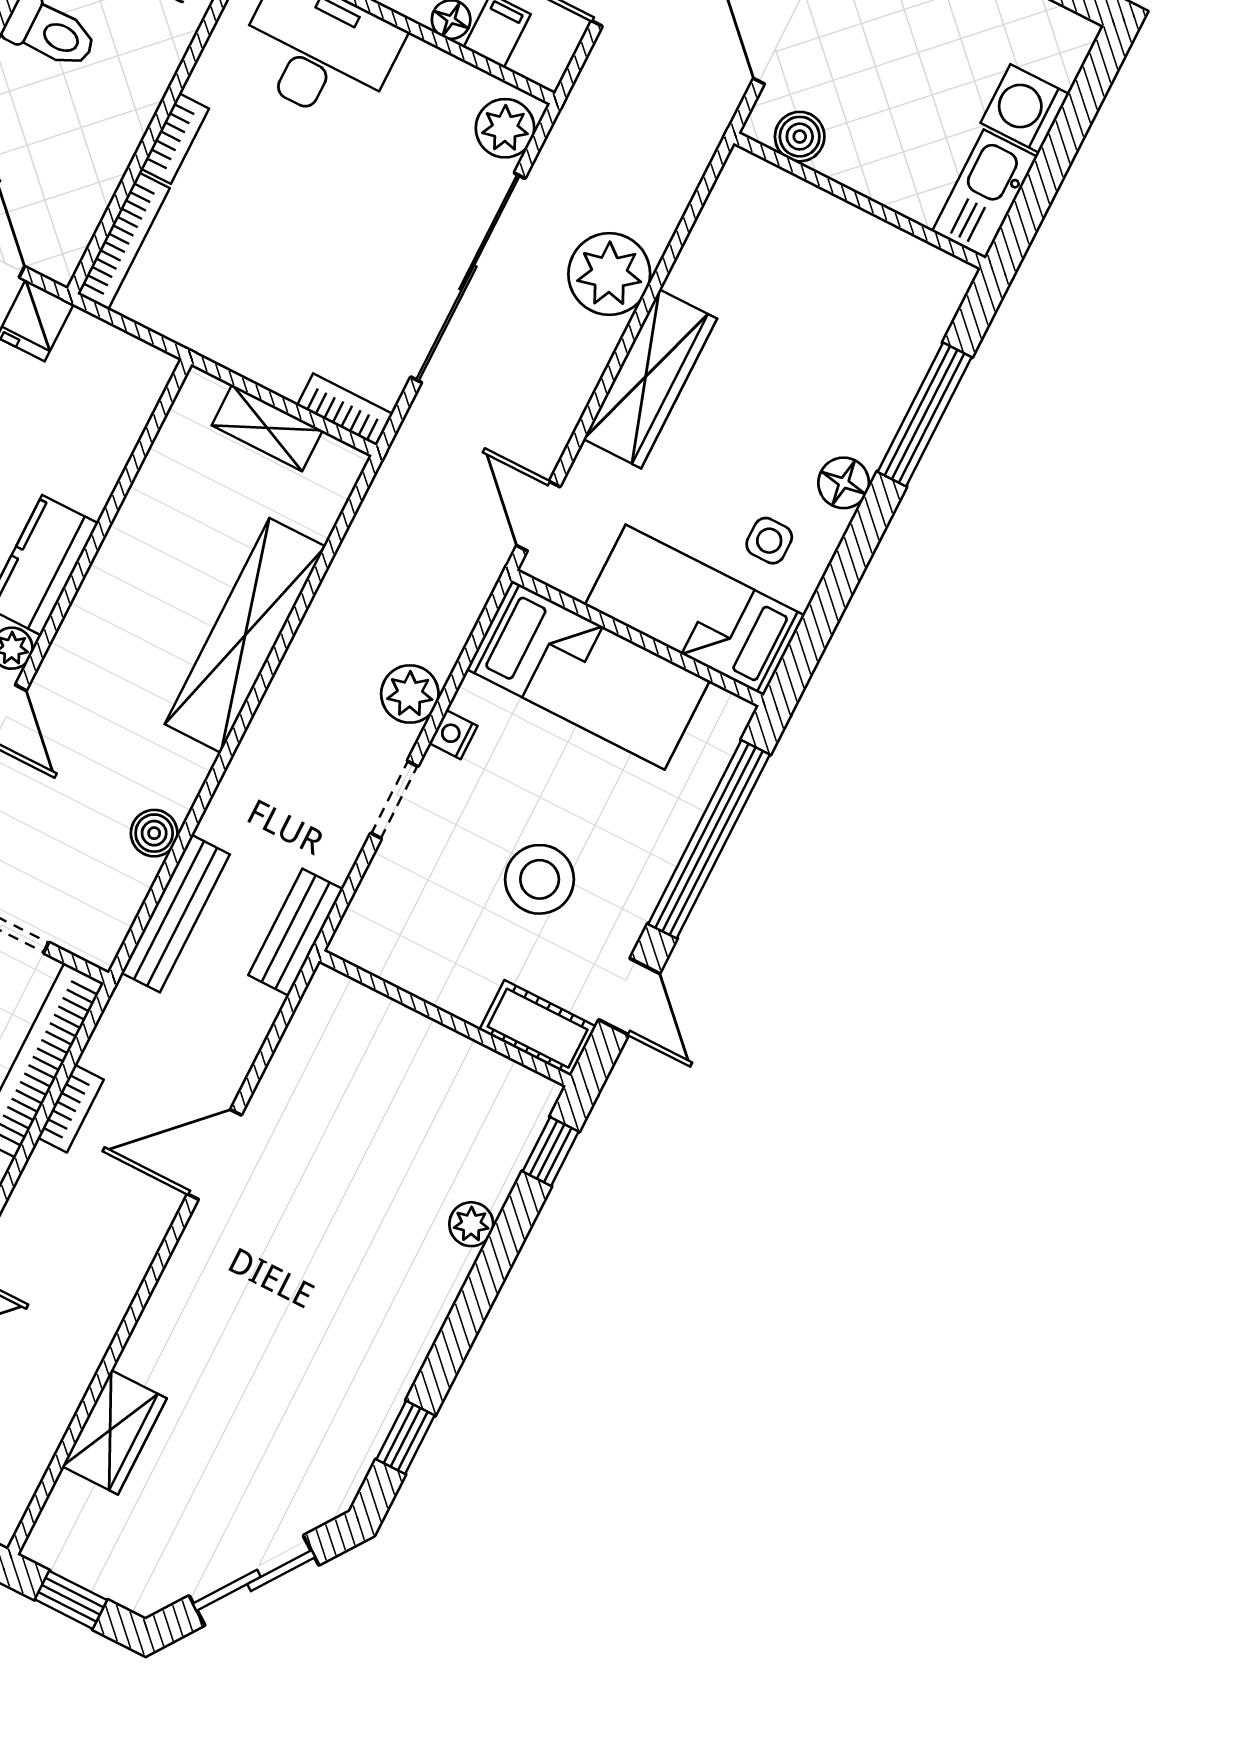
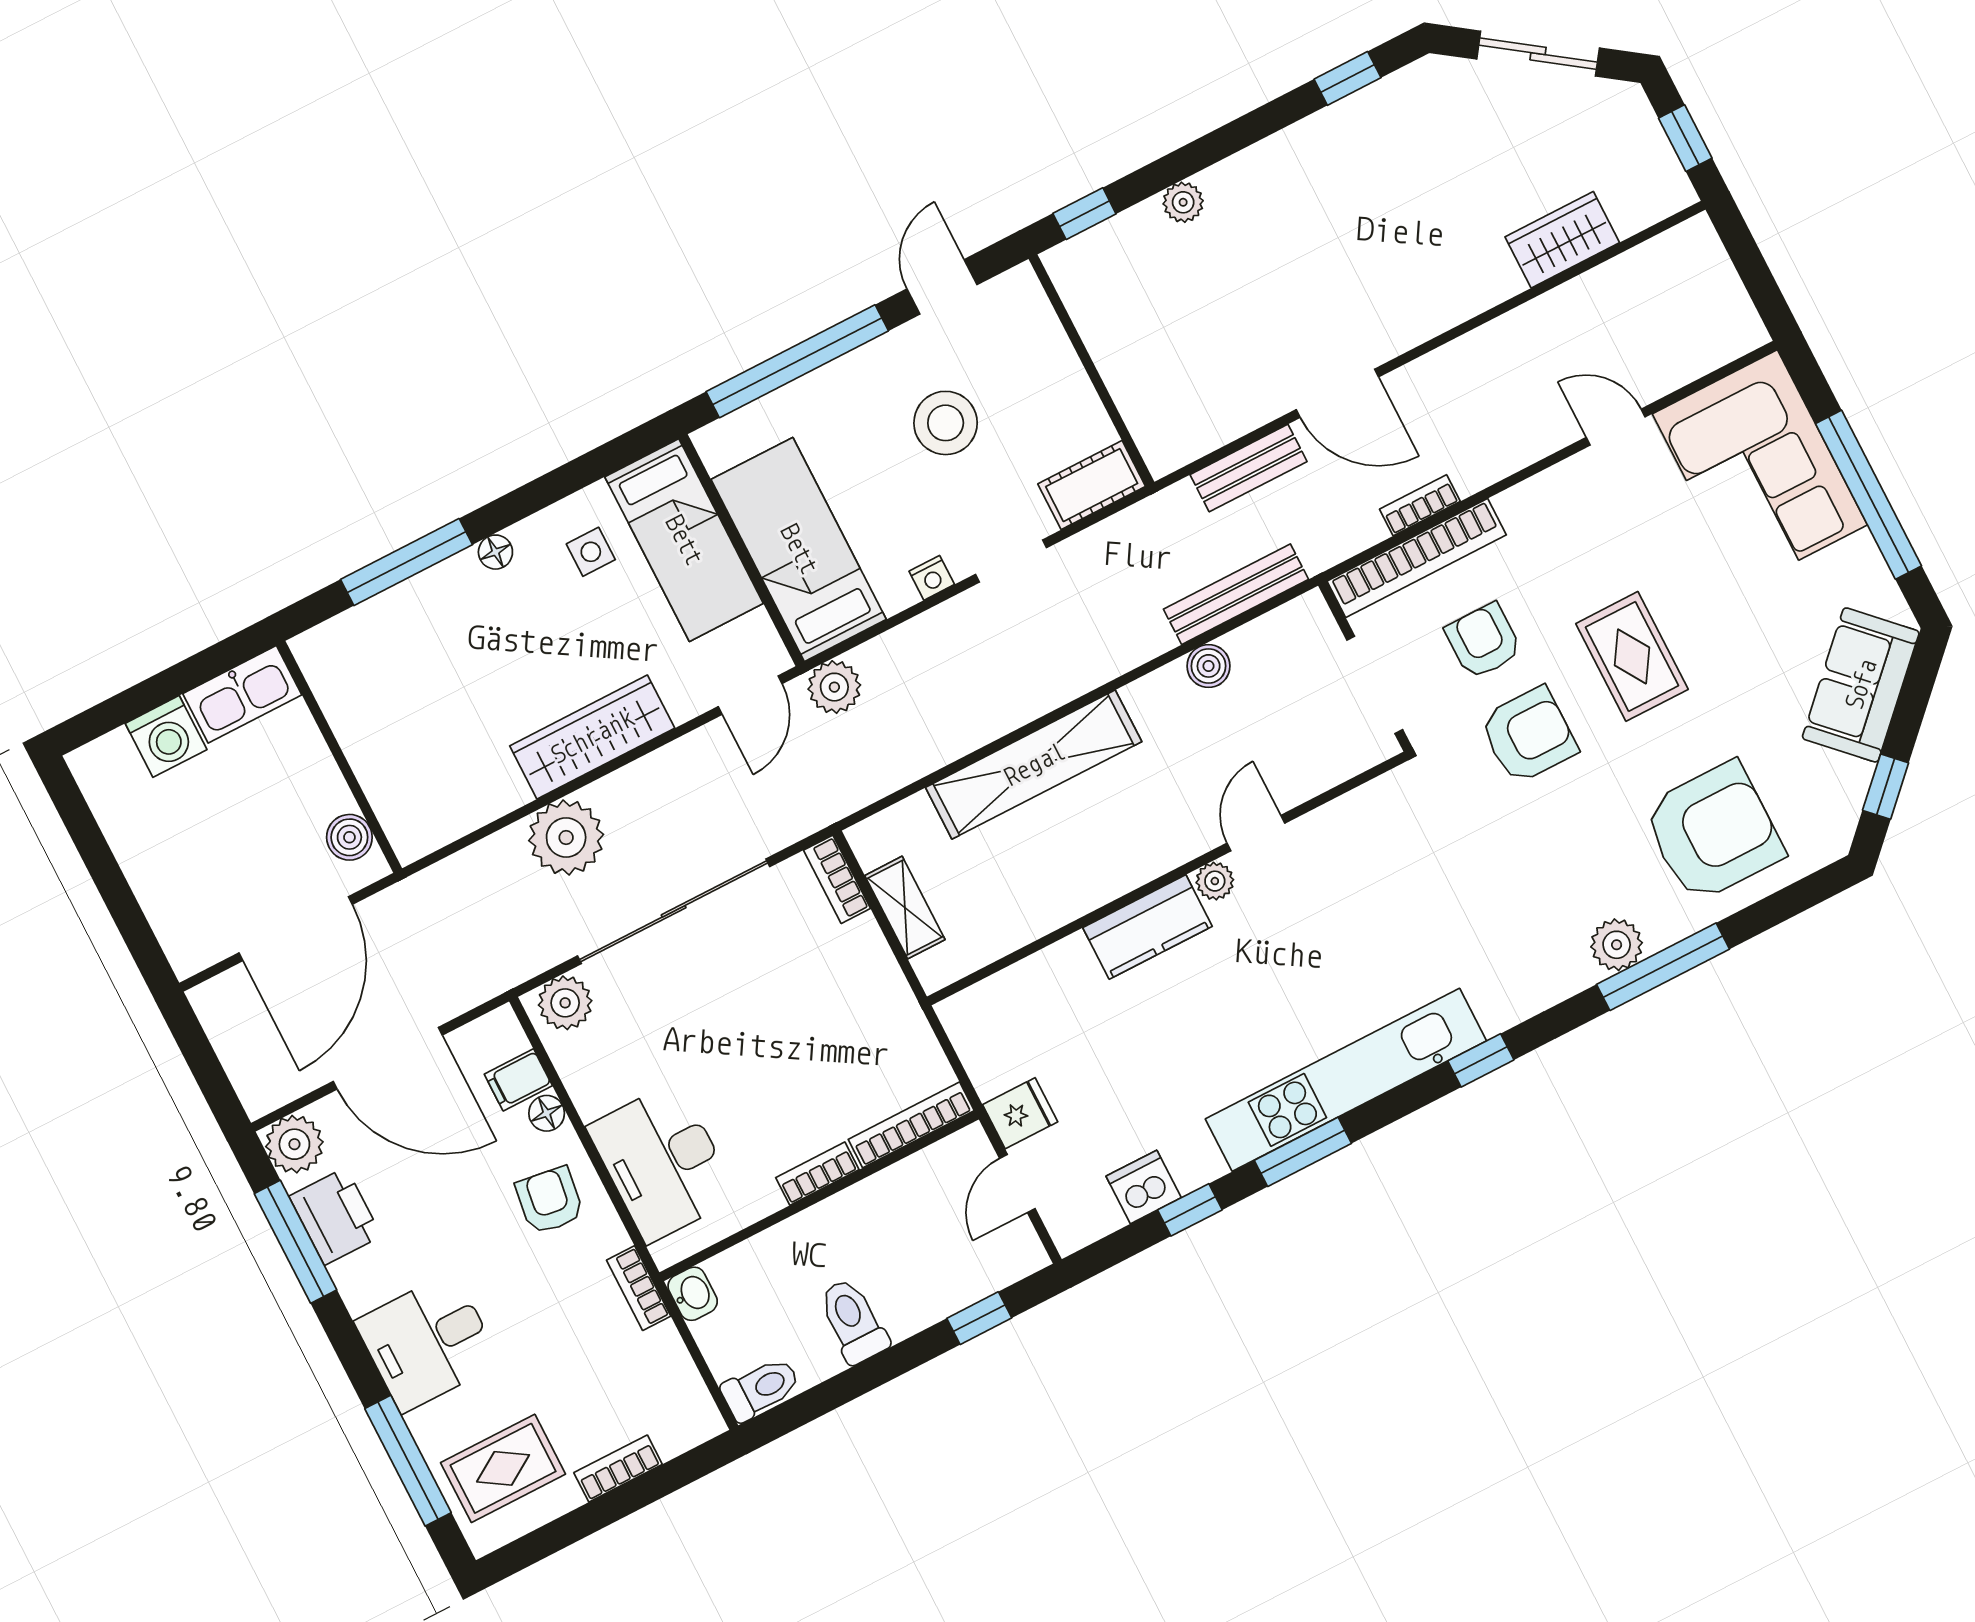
floor lamp: (844, 483) -> (495, 552), width x0.73, depth x0.73
plant: (410, 694) -> (834, 687), moved
bench: (296, 932) -> (1249, 468), moved
cot: (538, 1028) -> (1092, 485), moved, turned 90

